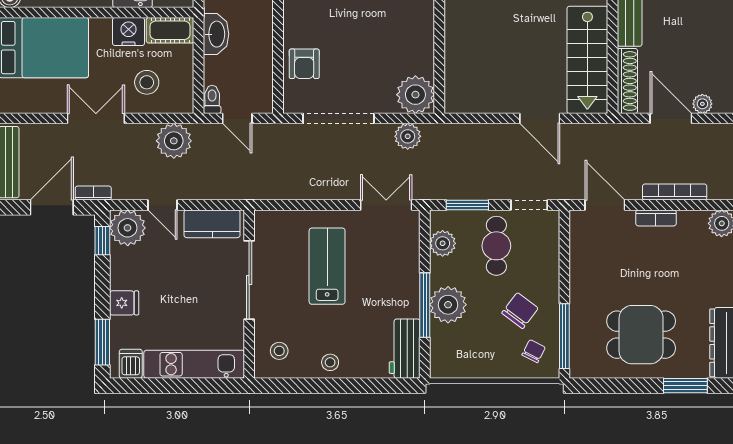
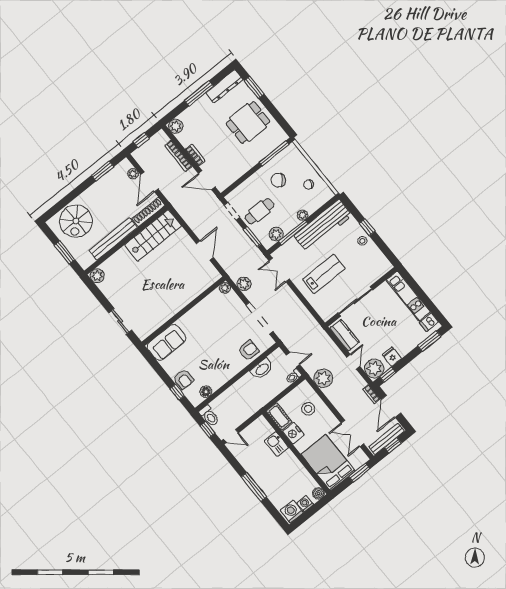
washbasin: (216, 34) -> (262, 369), moved, turned 180
plant: (415, 95) -> (225, 288), width x0.53, depth x0.53
double door: (96, 118) -> (352, 433), moved
door: (237, 118) -> (293, 360), hinge flipped
door: (540, 118) -> (205, 250), moved
door: (605, 205) -> (207, 180), hinge flipped
door: (52, 207) -> (391, 406), hinge flipped
lab bench: (327, 266) -> (324, 274), turned 180
fridge: (124, 303) -> (392, 357), moved
window: (425, 305) -> (293, 232), moved
plant: (448, 305) -> (303, 215), width x0.53, depth x0.53
dining table: (641, 335) -> (248, 122), turned 90
workbench: (405, 349) -> (323, 225), width x1.88, depth x1.32
stool: (279, 351) -> (374, 266), removed
chair: (534, 351) -> (309, 185), moved
window: (345, 386) -> (367, 227), added

